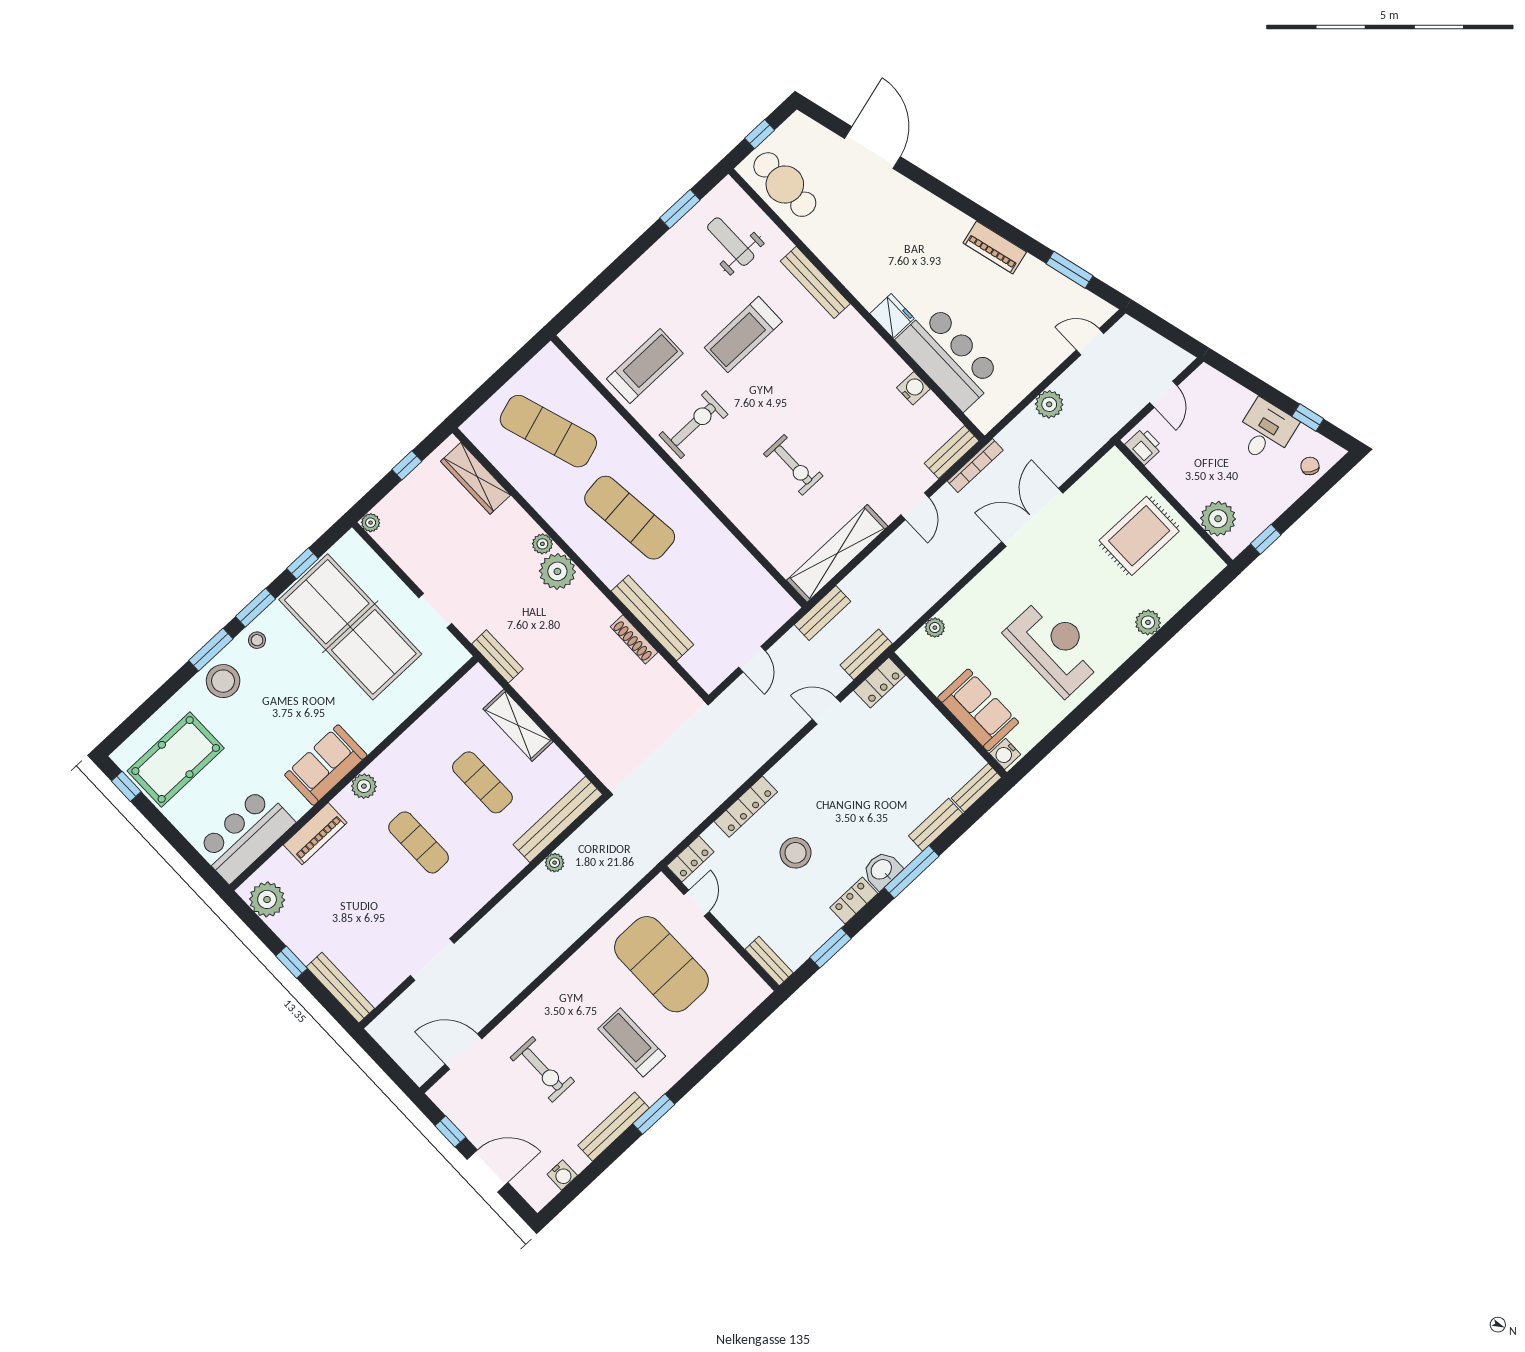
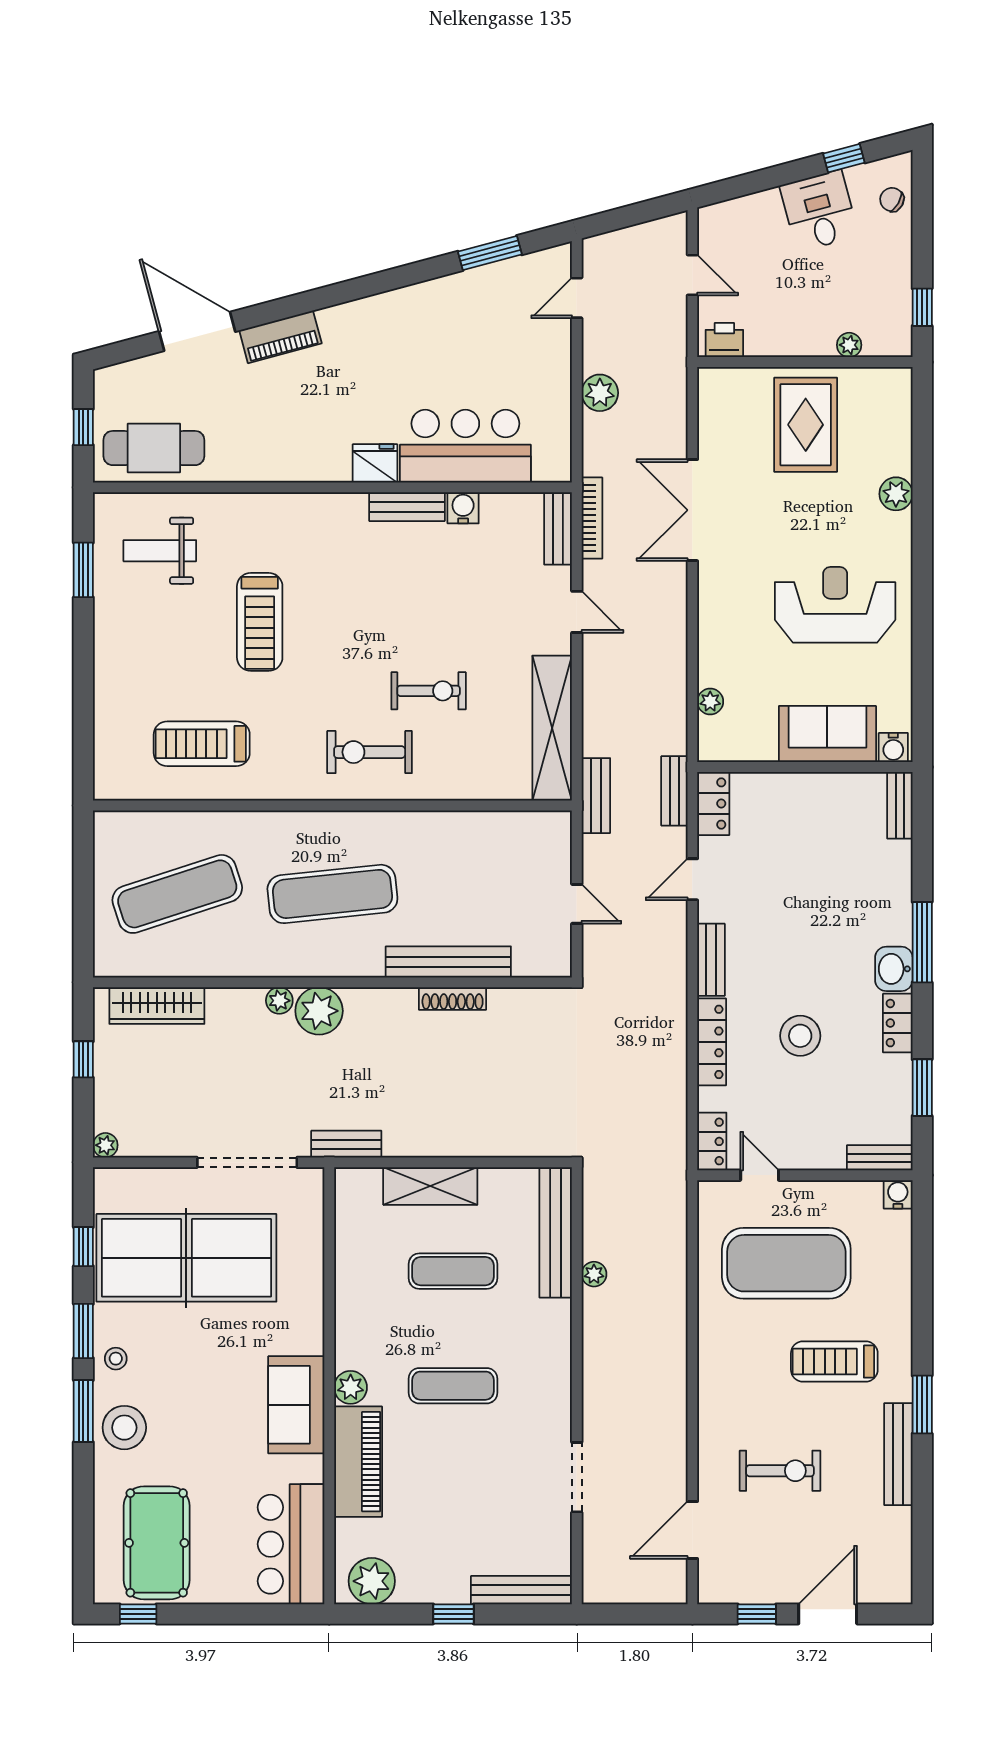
piano: (995, 247) -> (280, 337), moved
bench: (815, 282) -> (407, 507), moved, width x0.73
treadmill: (645, 366) -> (202, 744), turned -90
exercise bike: (693, 425) -> (370, 752), moved, turned -90
plant: (1218, 519) -> (849, 345), width x0.53, depth x0.53
doorway: (435, 611) -> (247, 1162), width x1.88
bench: (936, 825) -> (711, 960), moved
piano: (315, 834) -> (358, 1462), width x1.37, depth x1.33
water cooler: (562, 1175) -> (898, 1194), moved, turned -90

